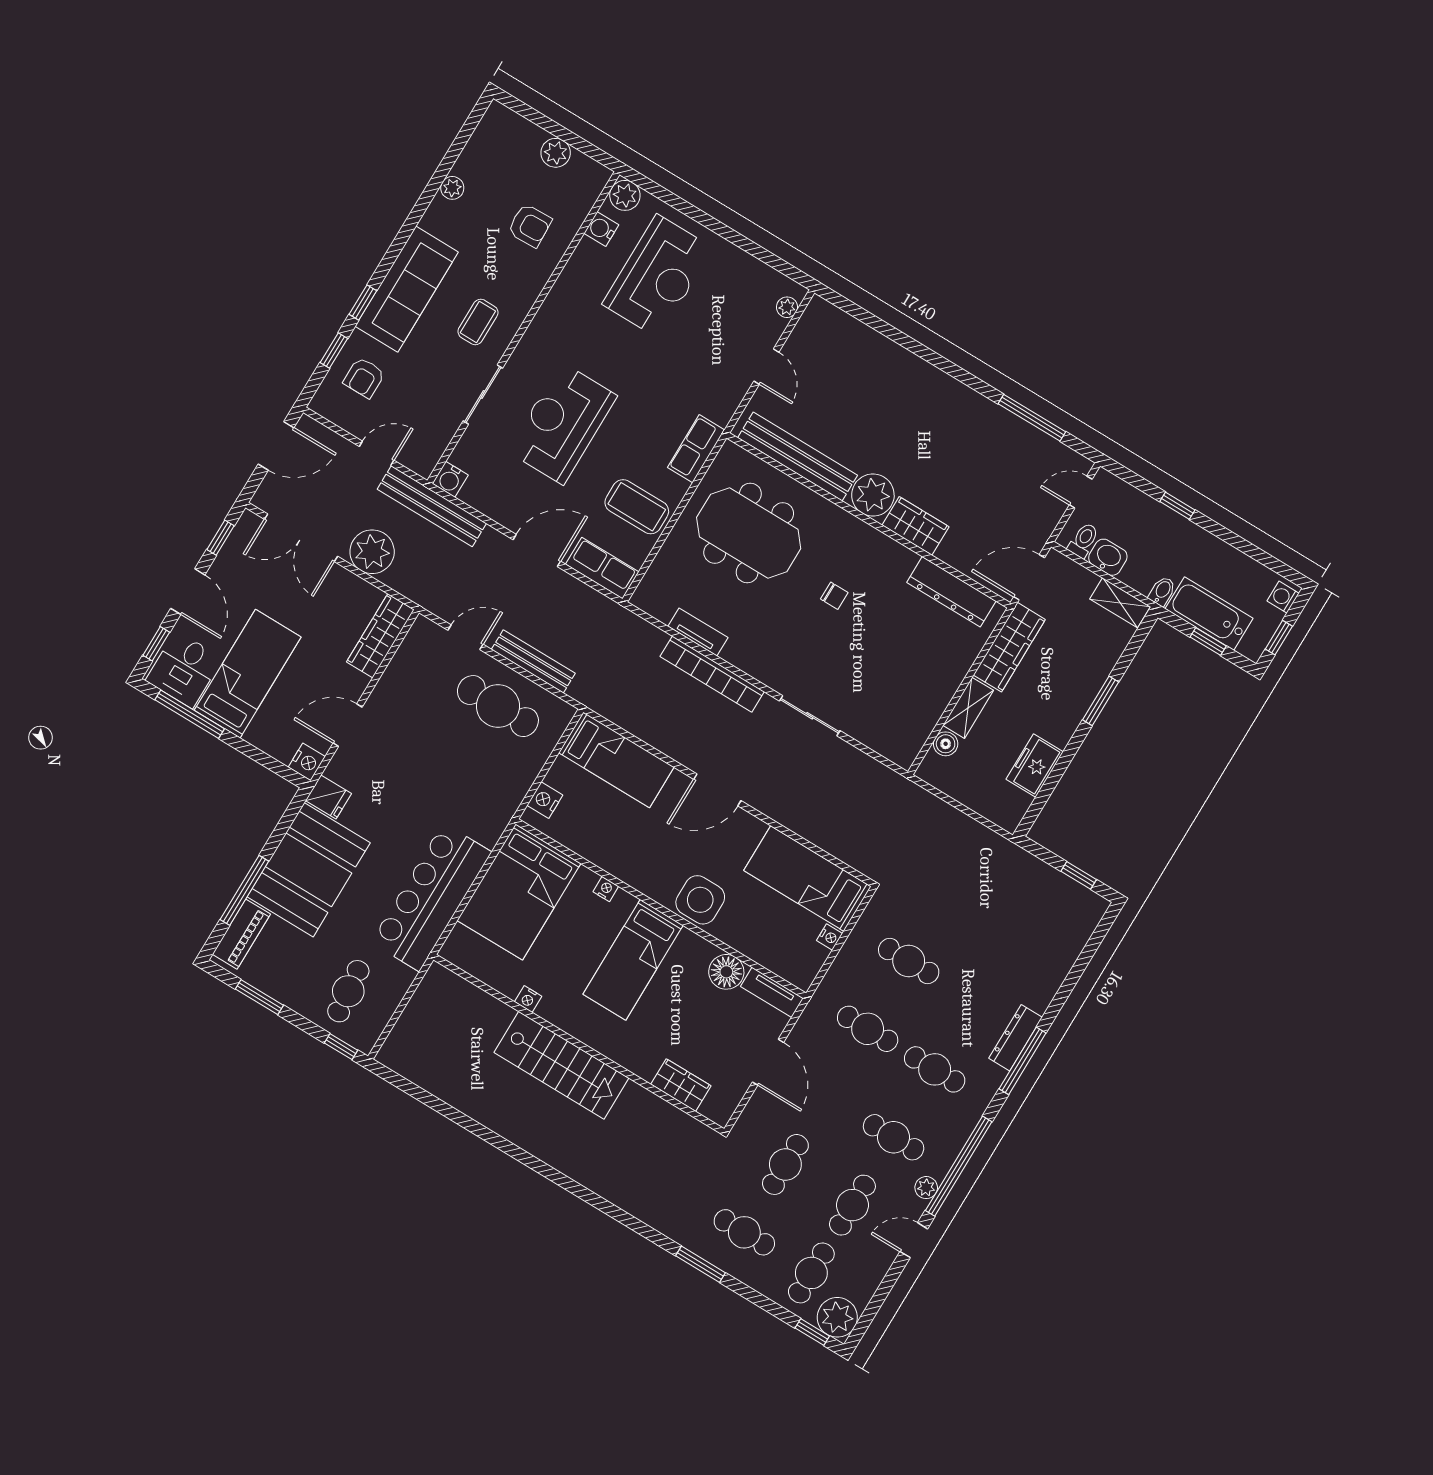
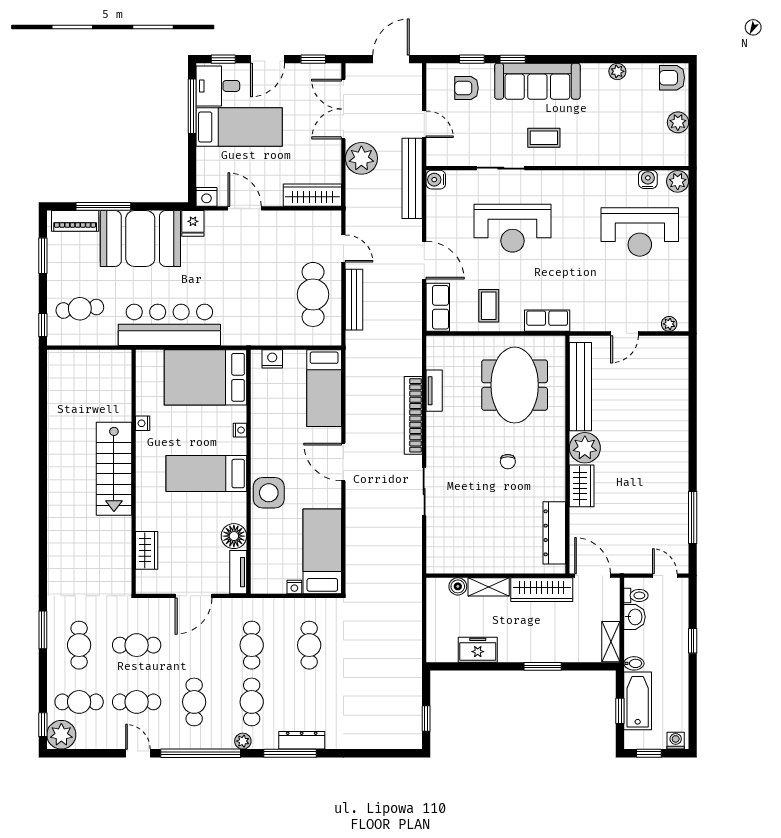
armchair: (530, 226) -> (672, 78), moved, turned 92
reception desk: (562, 423) -> (512, 228), turned 180
door: (276, 446) -> (391, 59), swing flipped
coffee table: (637, 507) -> (489, 306), width x0.73, depth x0.77
plant: (926, 1188) -> (243, 741), moved

